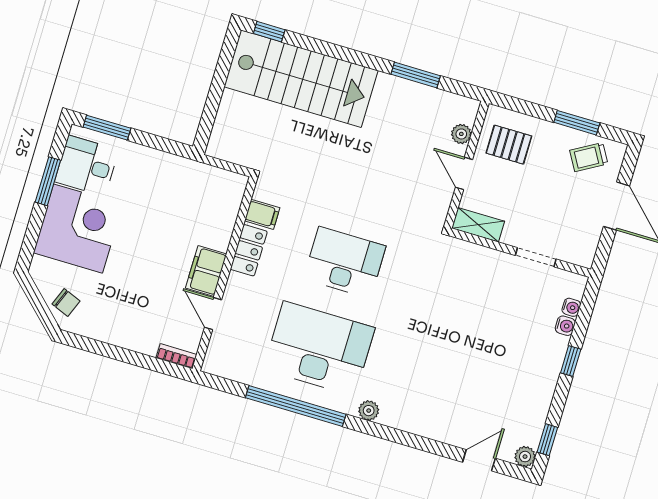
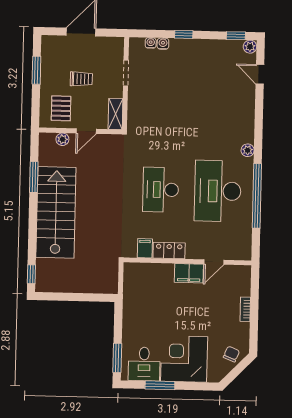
stairs: (301, 79) -> (56, 212), moved
trolley: (589, 157) -> (81, 79), moved, turned -60
bookcase: (176, 356) -> (245, 309), moved

